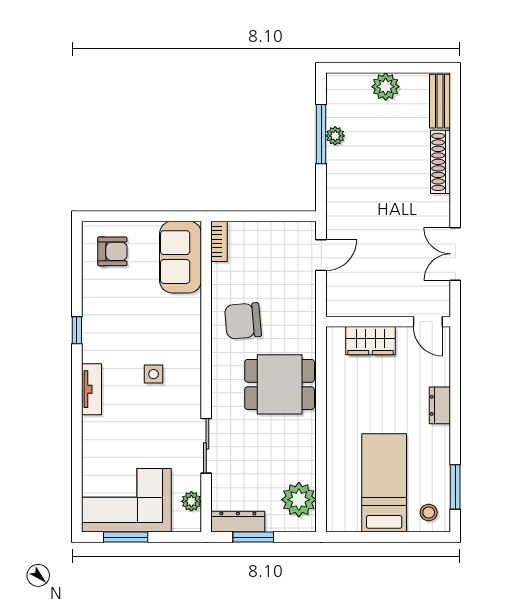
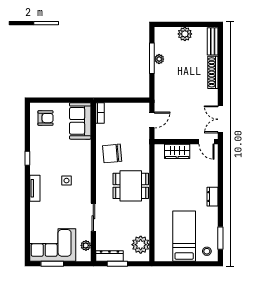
wall: (388, 322) -> (186, 142), moved
door: (428, 322) -> (206, 142), moved
wardrobe: (371, 341) -> (177, 151), moved

